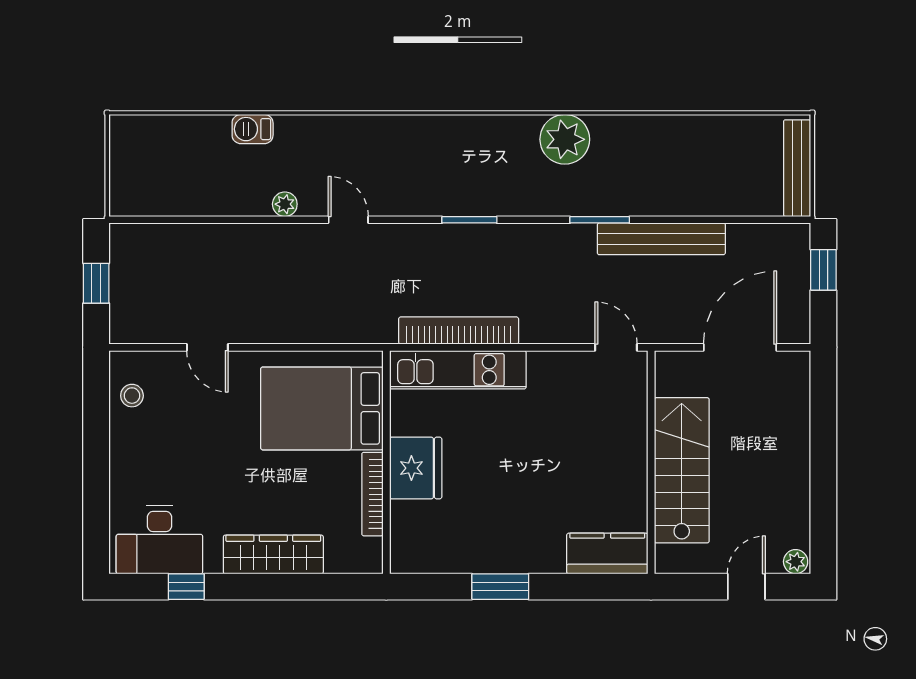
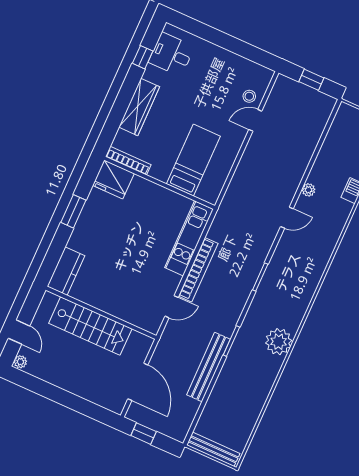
window: (823, 270) -> (144, 434), moved
bookcase: (459, 331) -> (198, 270), moved
door: (616, 347) -> (172, 307), moved
stool: (132, 396) -> (249, 96), moved
bed: (322, 408) -> (193, 160), width x0.67
fridge: (416, 468) -> (113, 179), moved
bookcase: (372, 494) -> (128, 161), moved
desk: (159, 540) -> (171, 54), width x0.73

